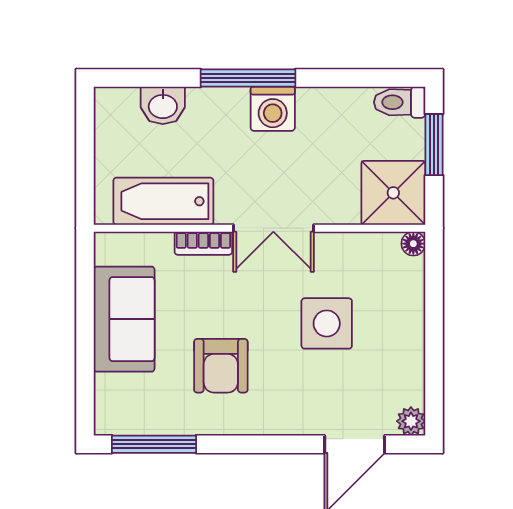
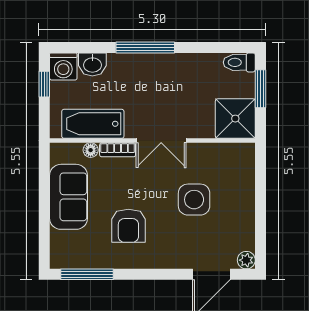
washing machine: (273, 109) -> (63, 66), moved
window: (85, 137) -> (44, 84), added
floor lamp: (413, 244) -> (91, 150), moved

